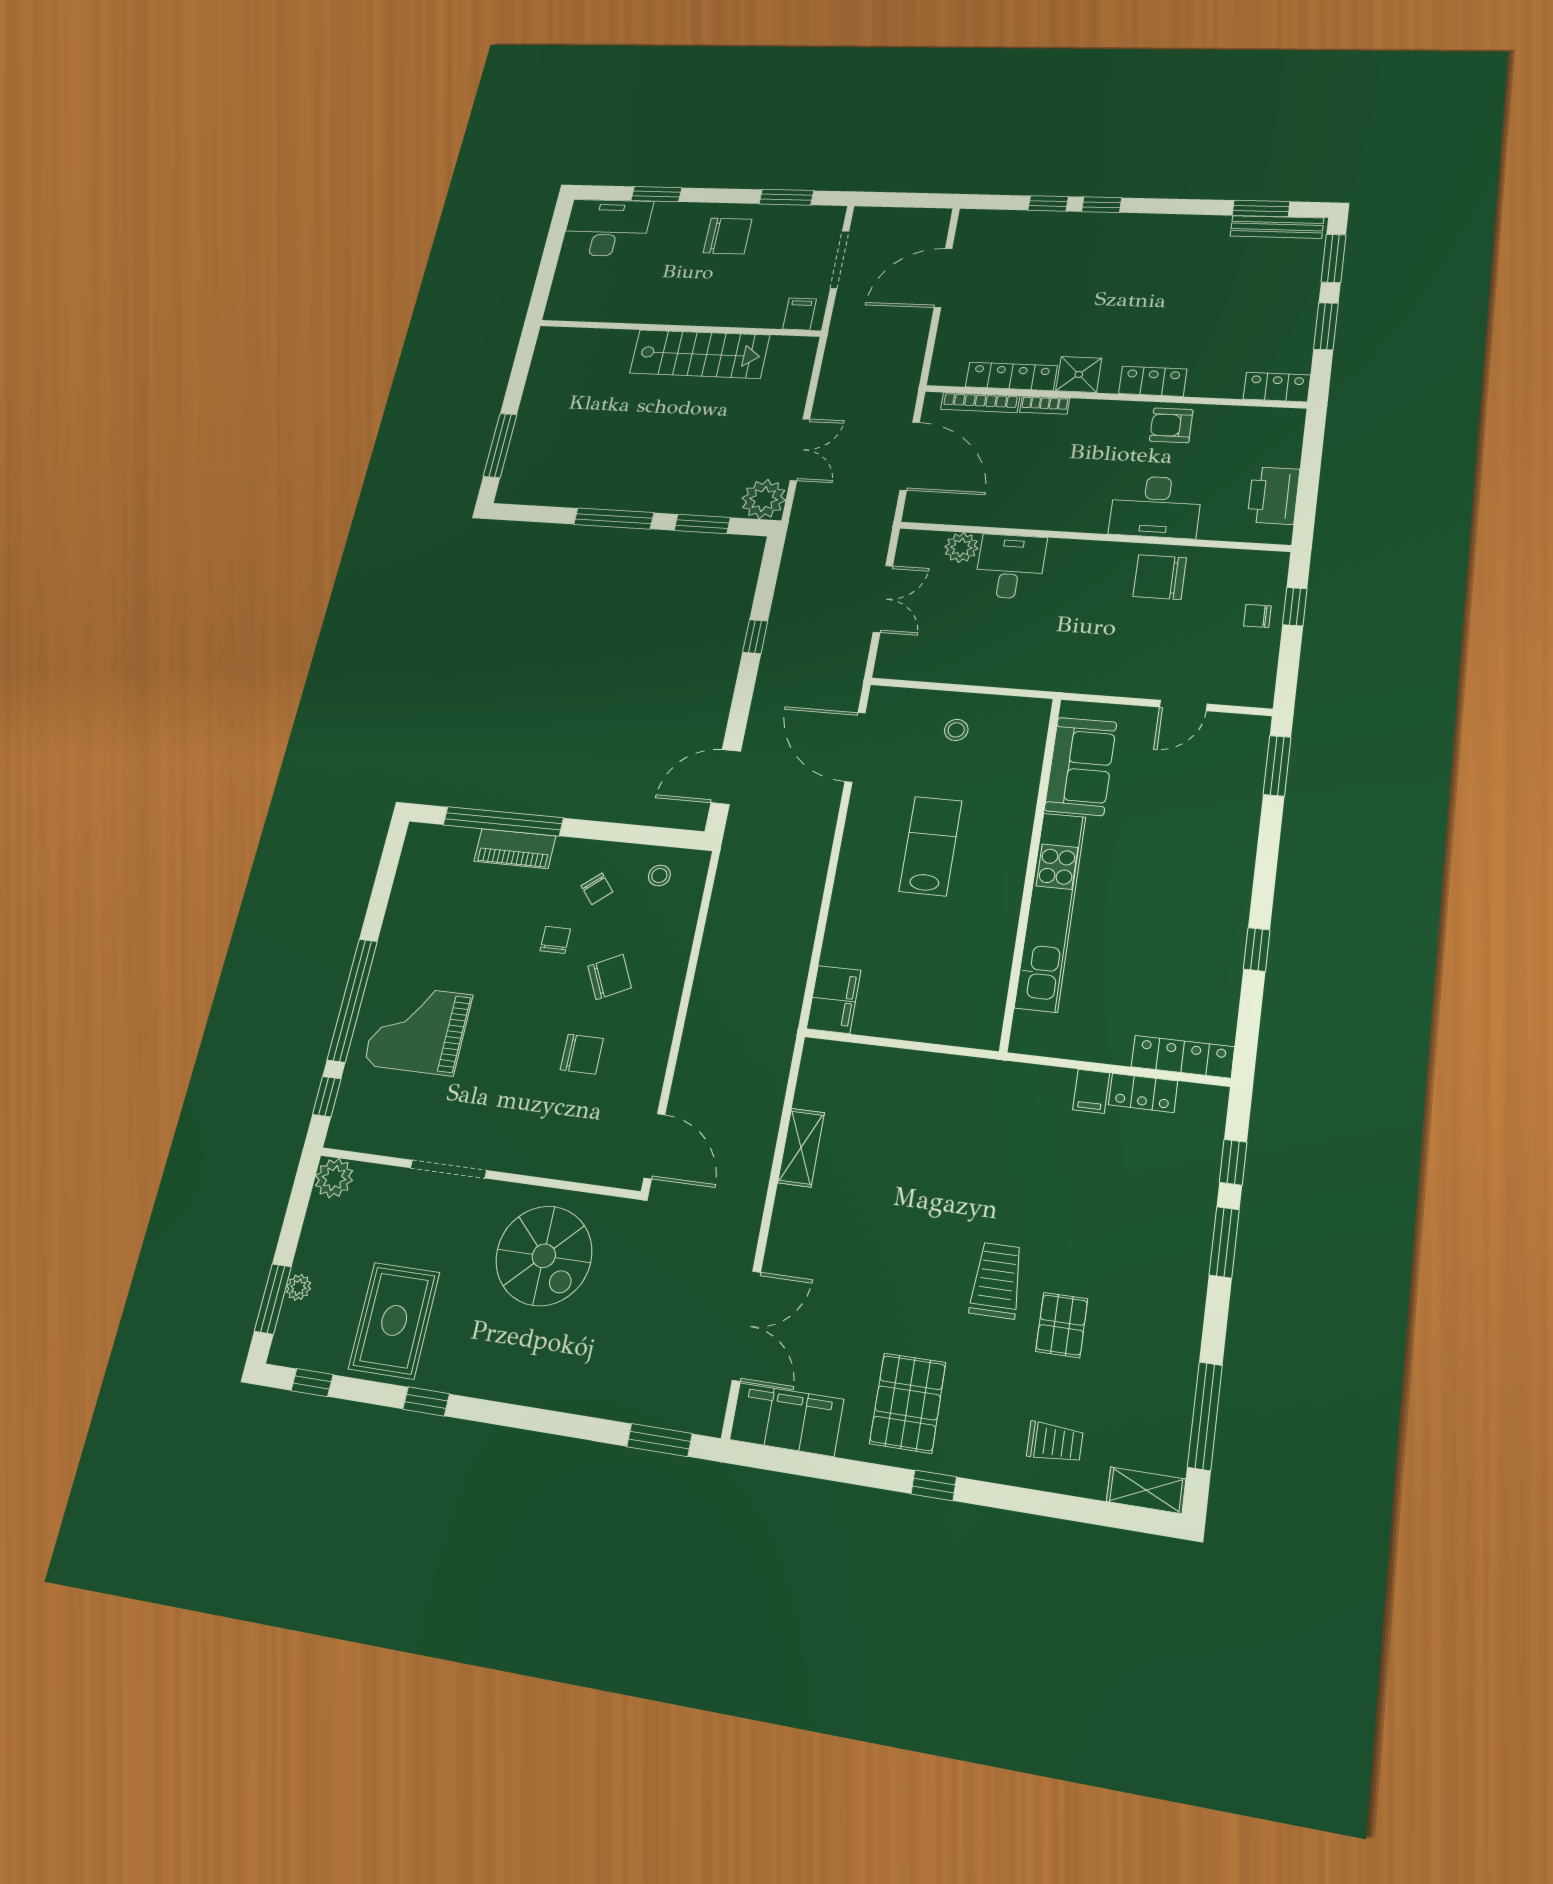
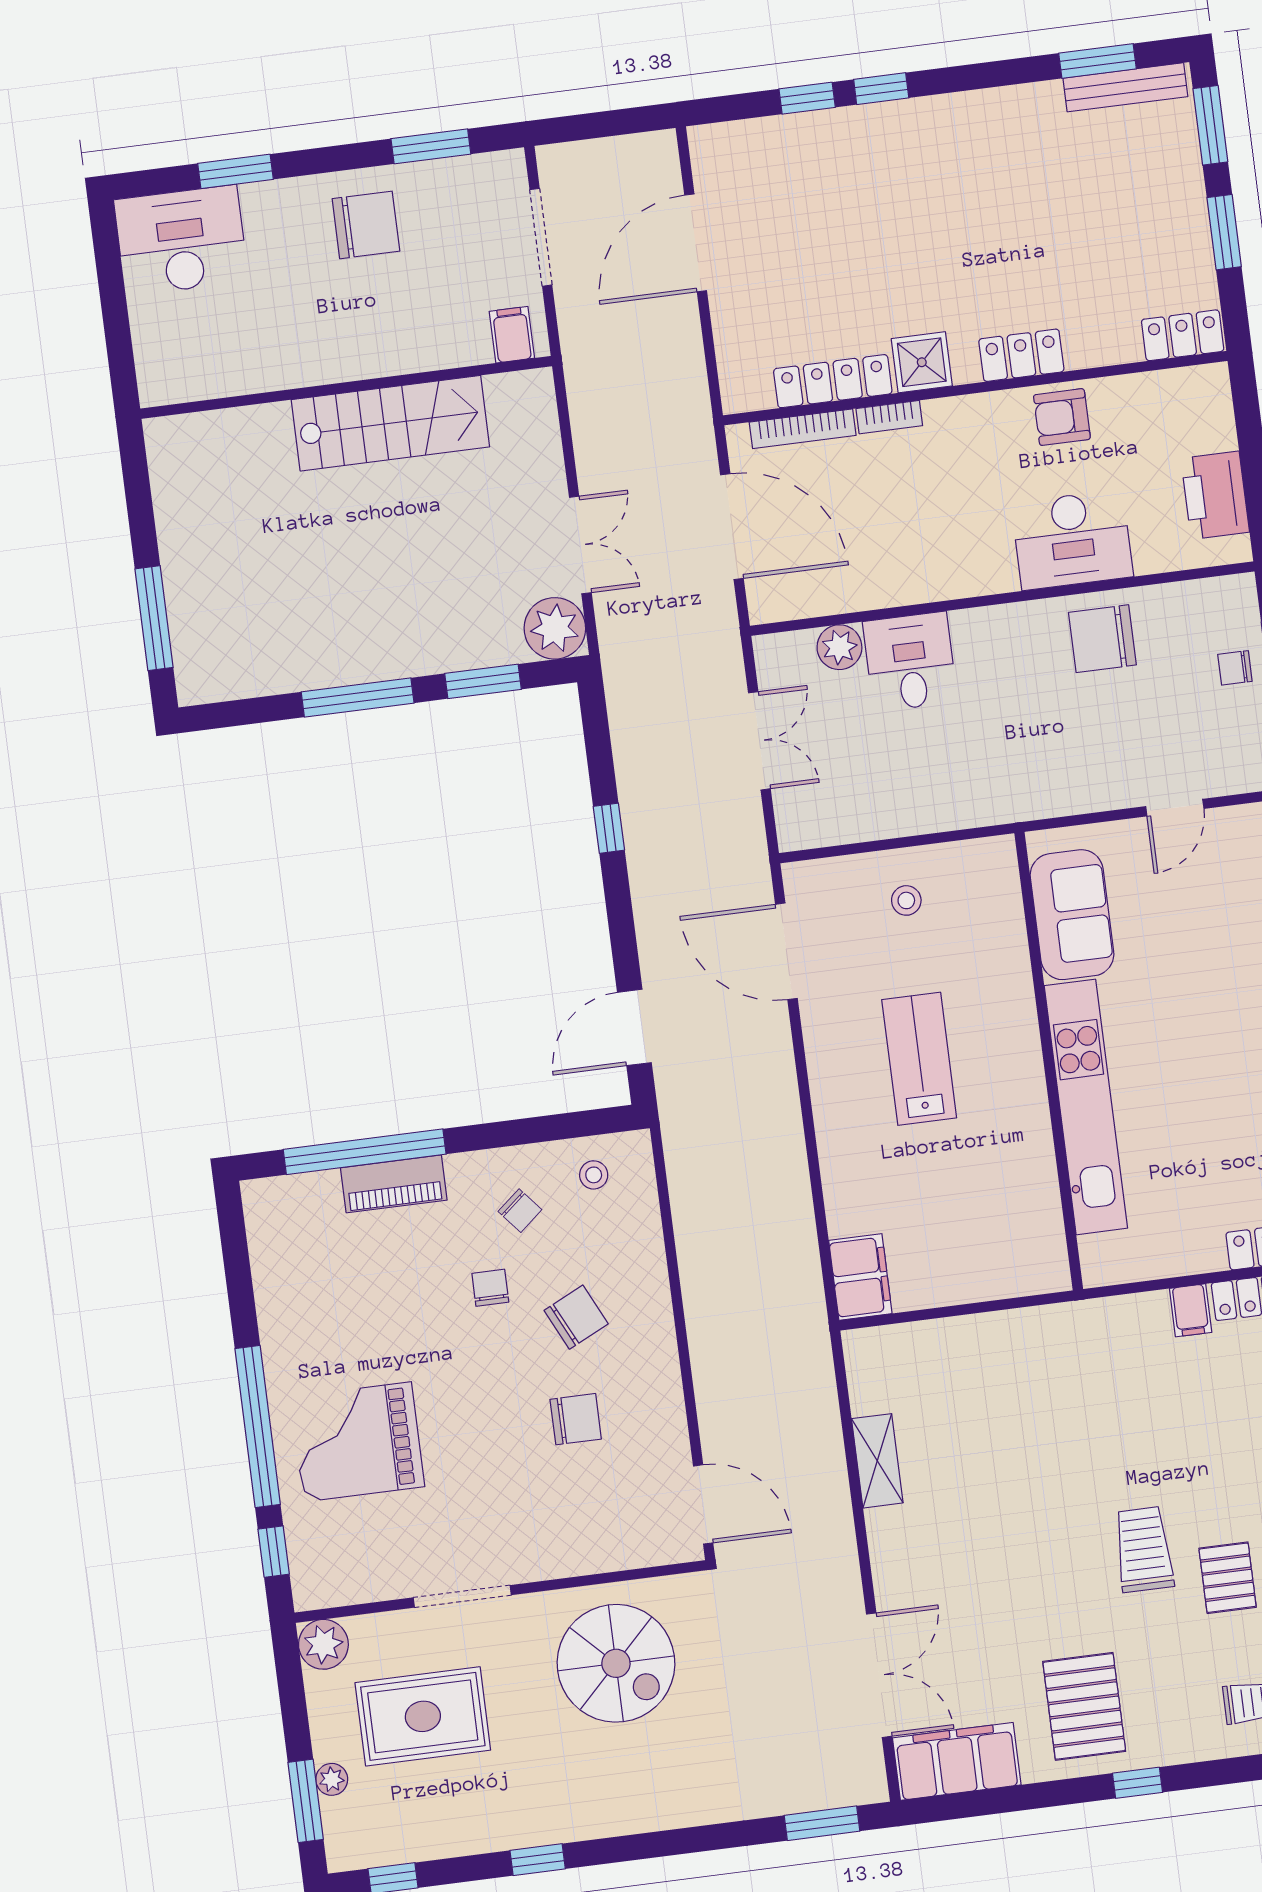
rug: (394, 1320) -> (423, 1716), moved, turned 90

